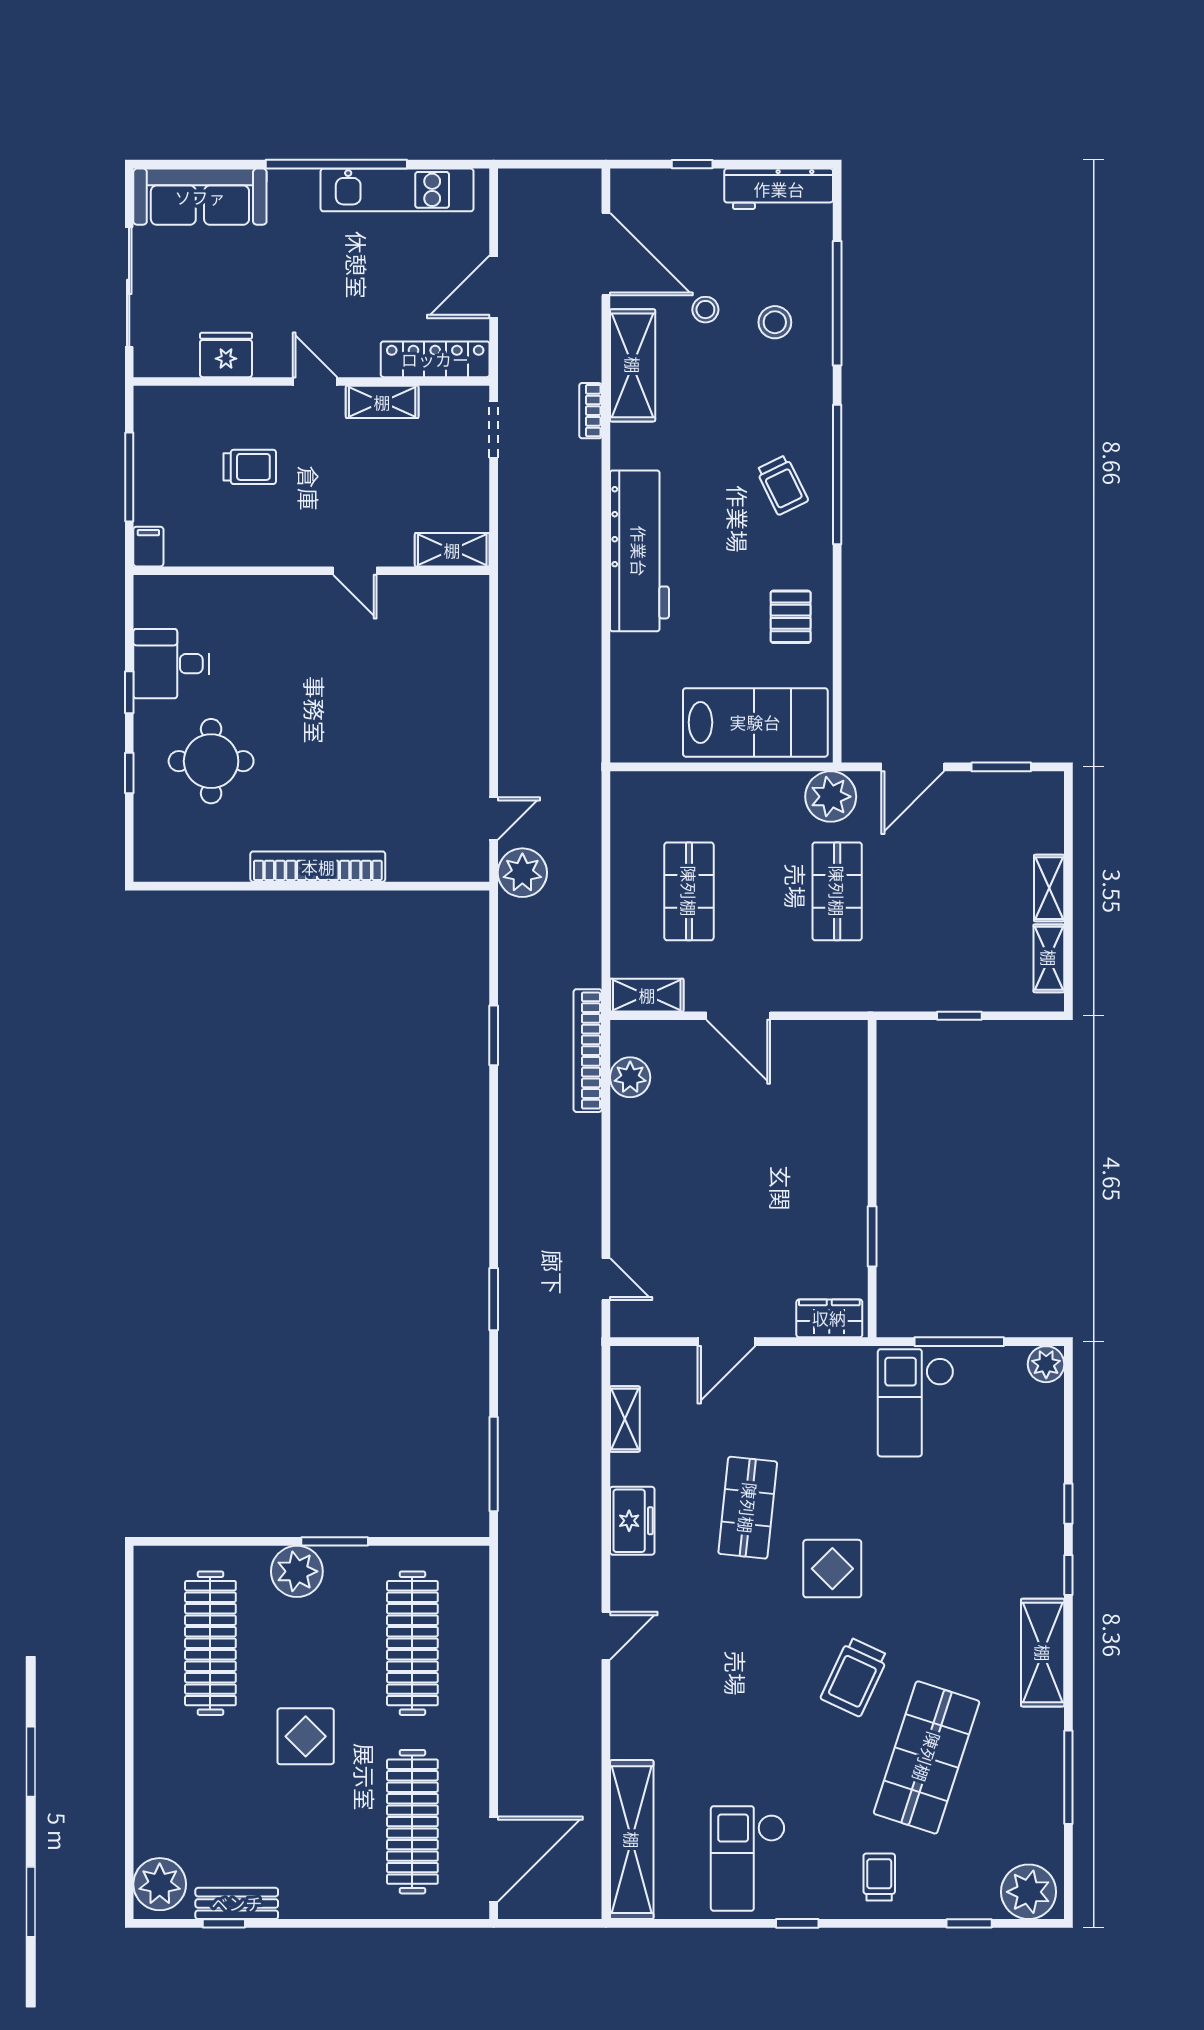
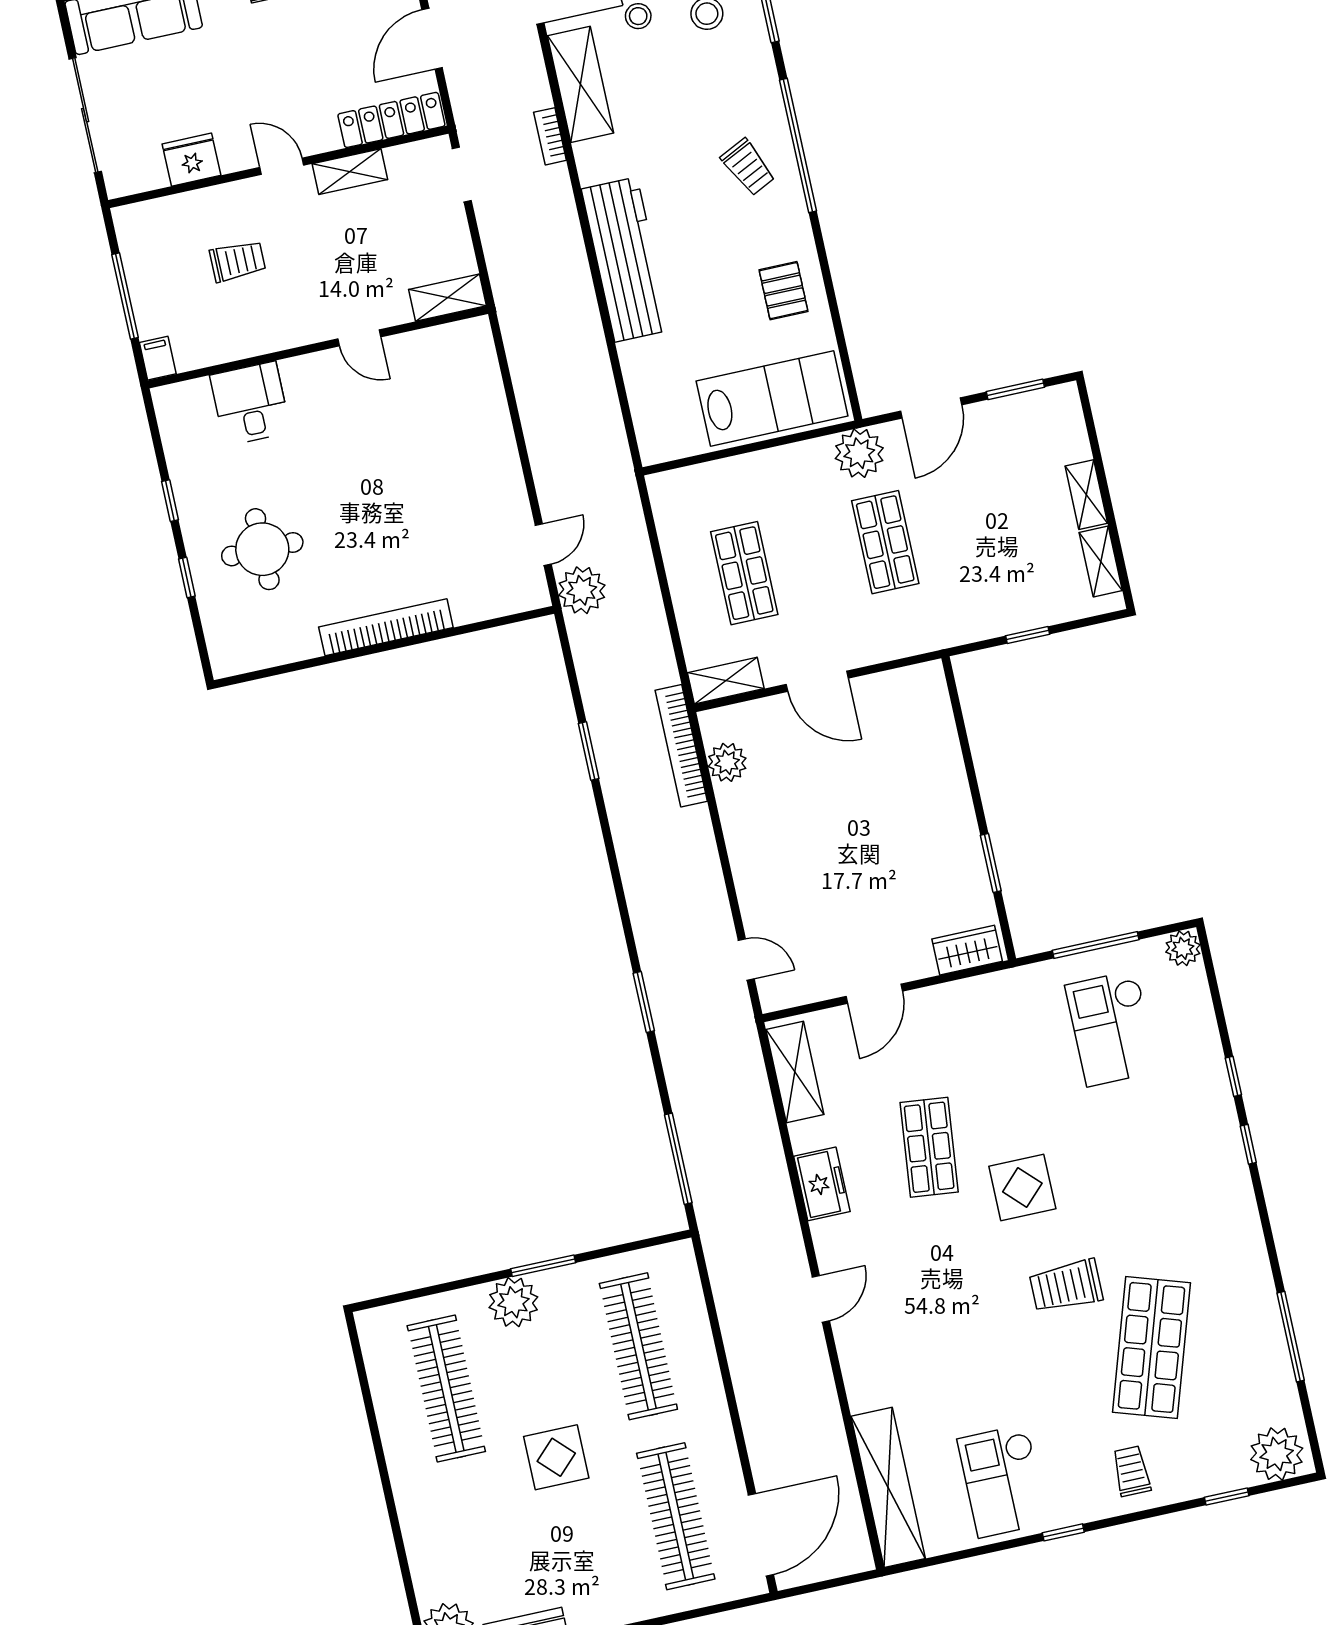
desk: (171, 664) -> (250, 404), moved, turned 90
checkout: (916, 1403) -> (1112, 1028), moved
shelving: (625, 1419) -> (795, 1072), width x1.50, depth x1.33
shelving: (1043, 1653) -> (1240, 1223), removed
trolley: (854, 1677) -> (1066, 1286), turned 65

